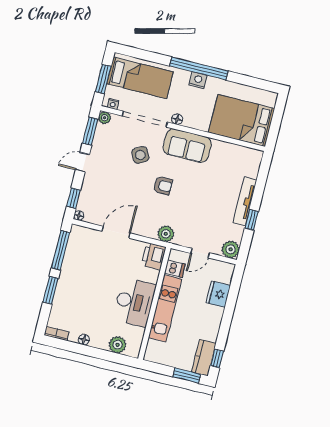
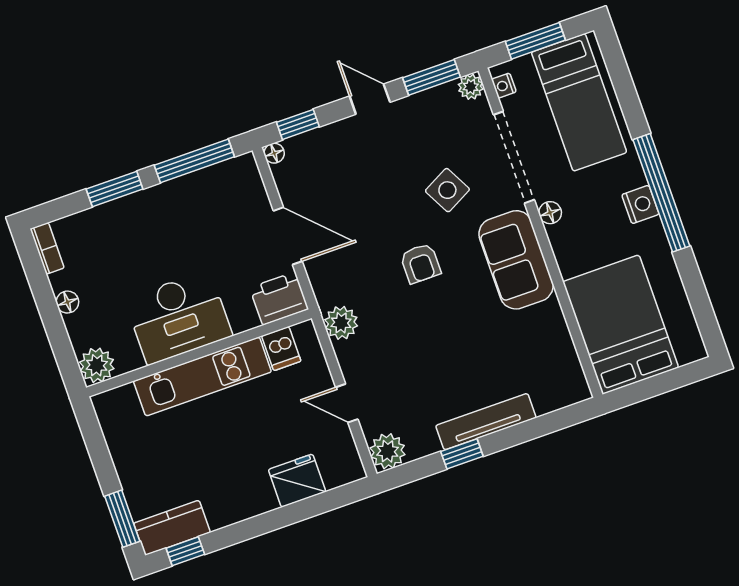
printer: (154, 256) -> (279, 298), moved
dishwasher: (175, 269) -> (281, 349), moved
desk: (134, 302) -> (179, 317), moved
wall: (154, 303) -> (199, 353), moved
kitchen unit: (165, 308) -> (202, 376), moved

